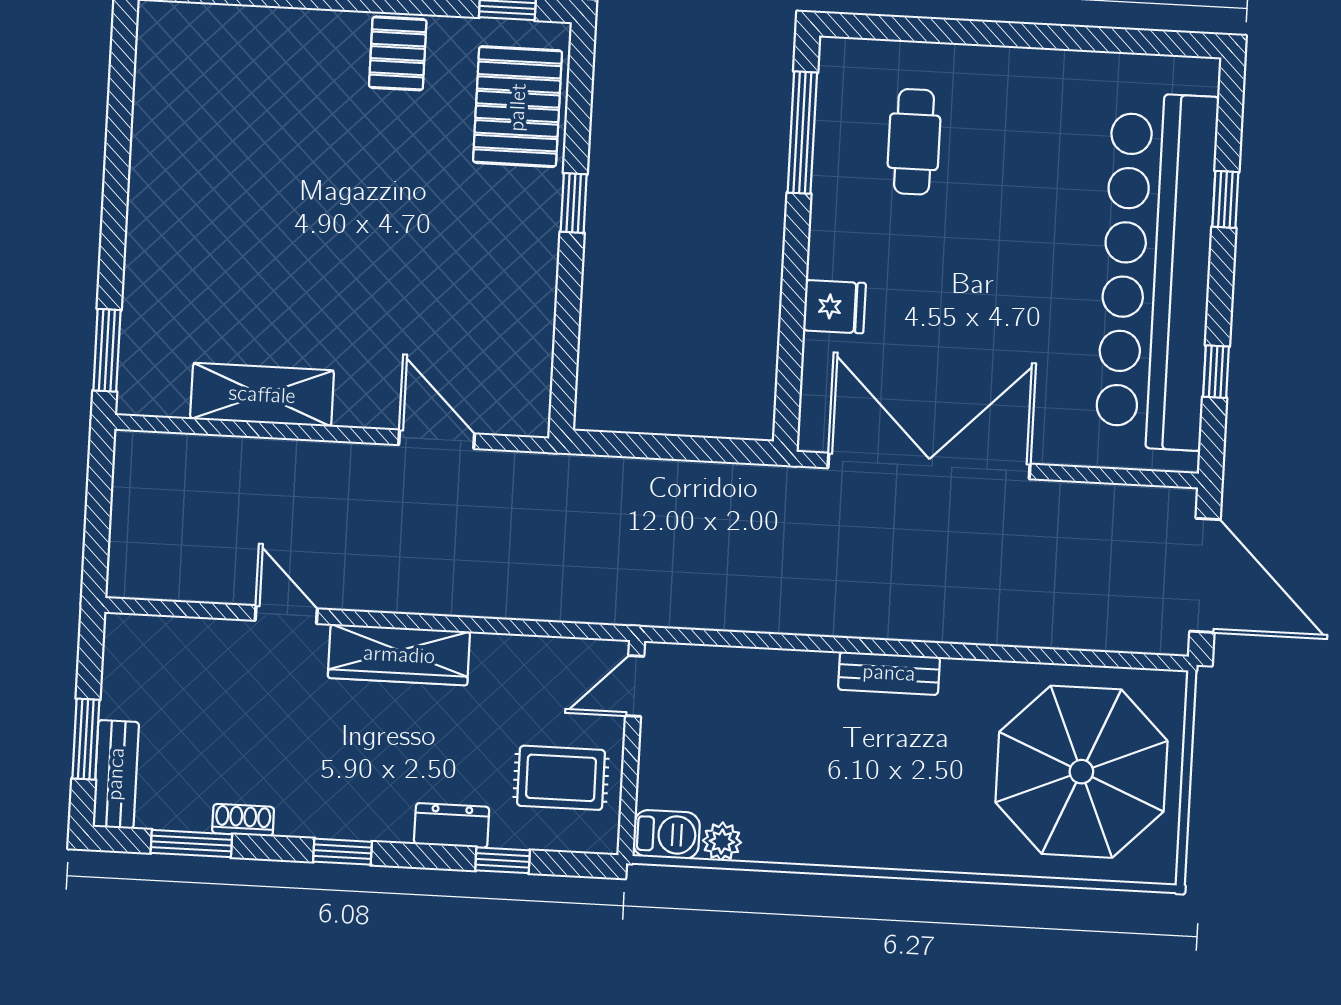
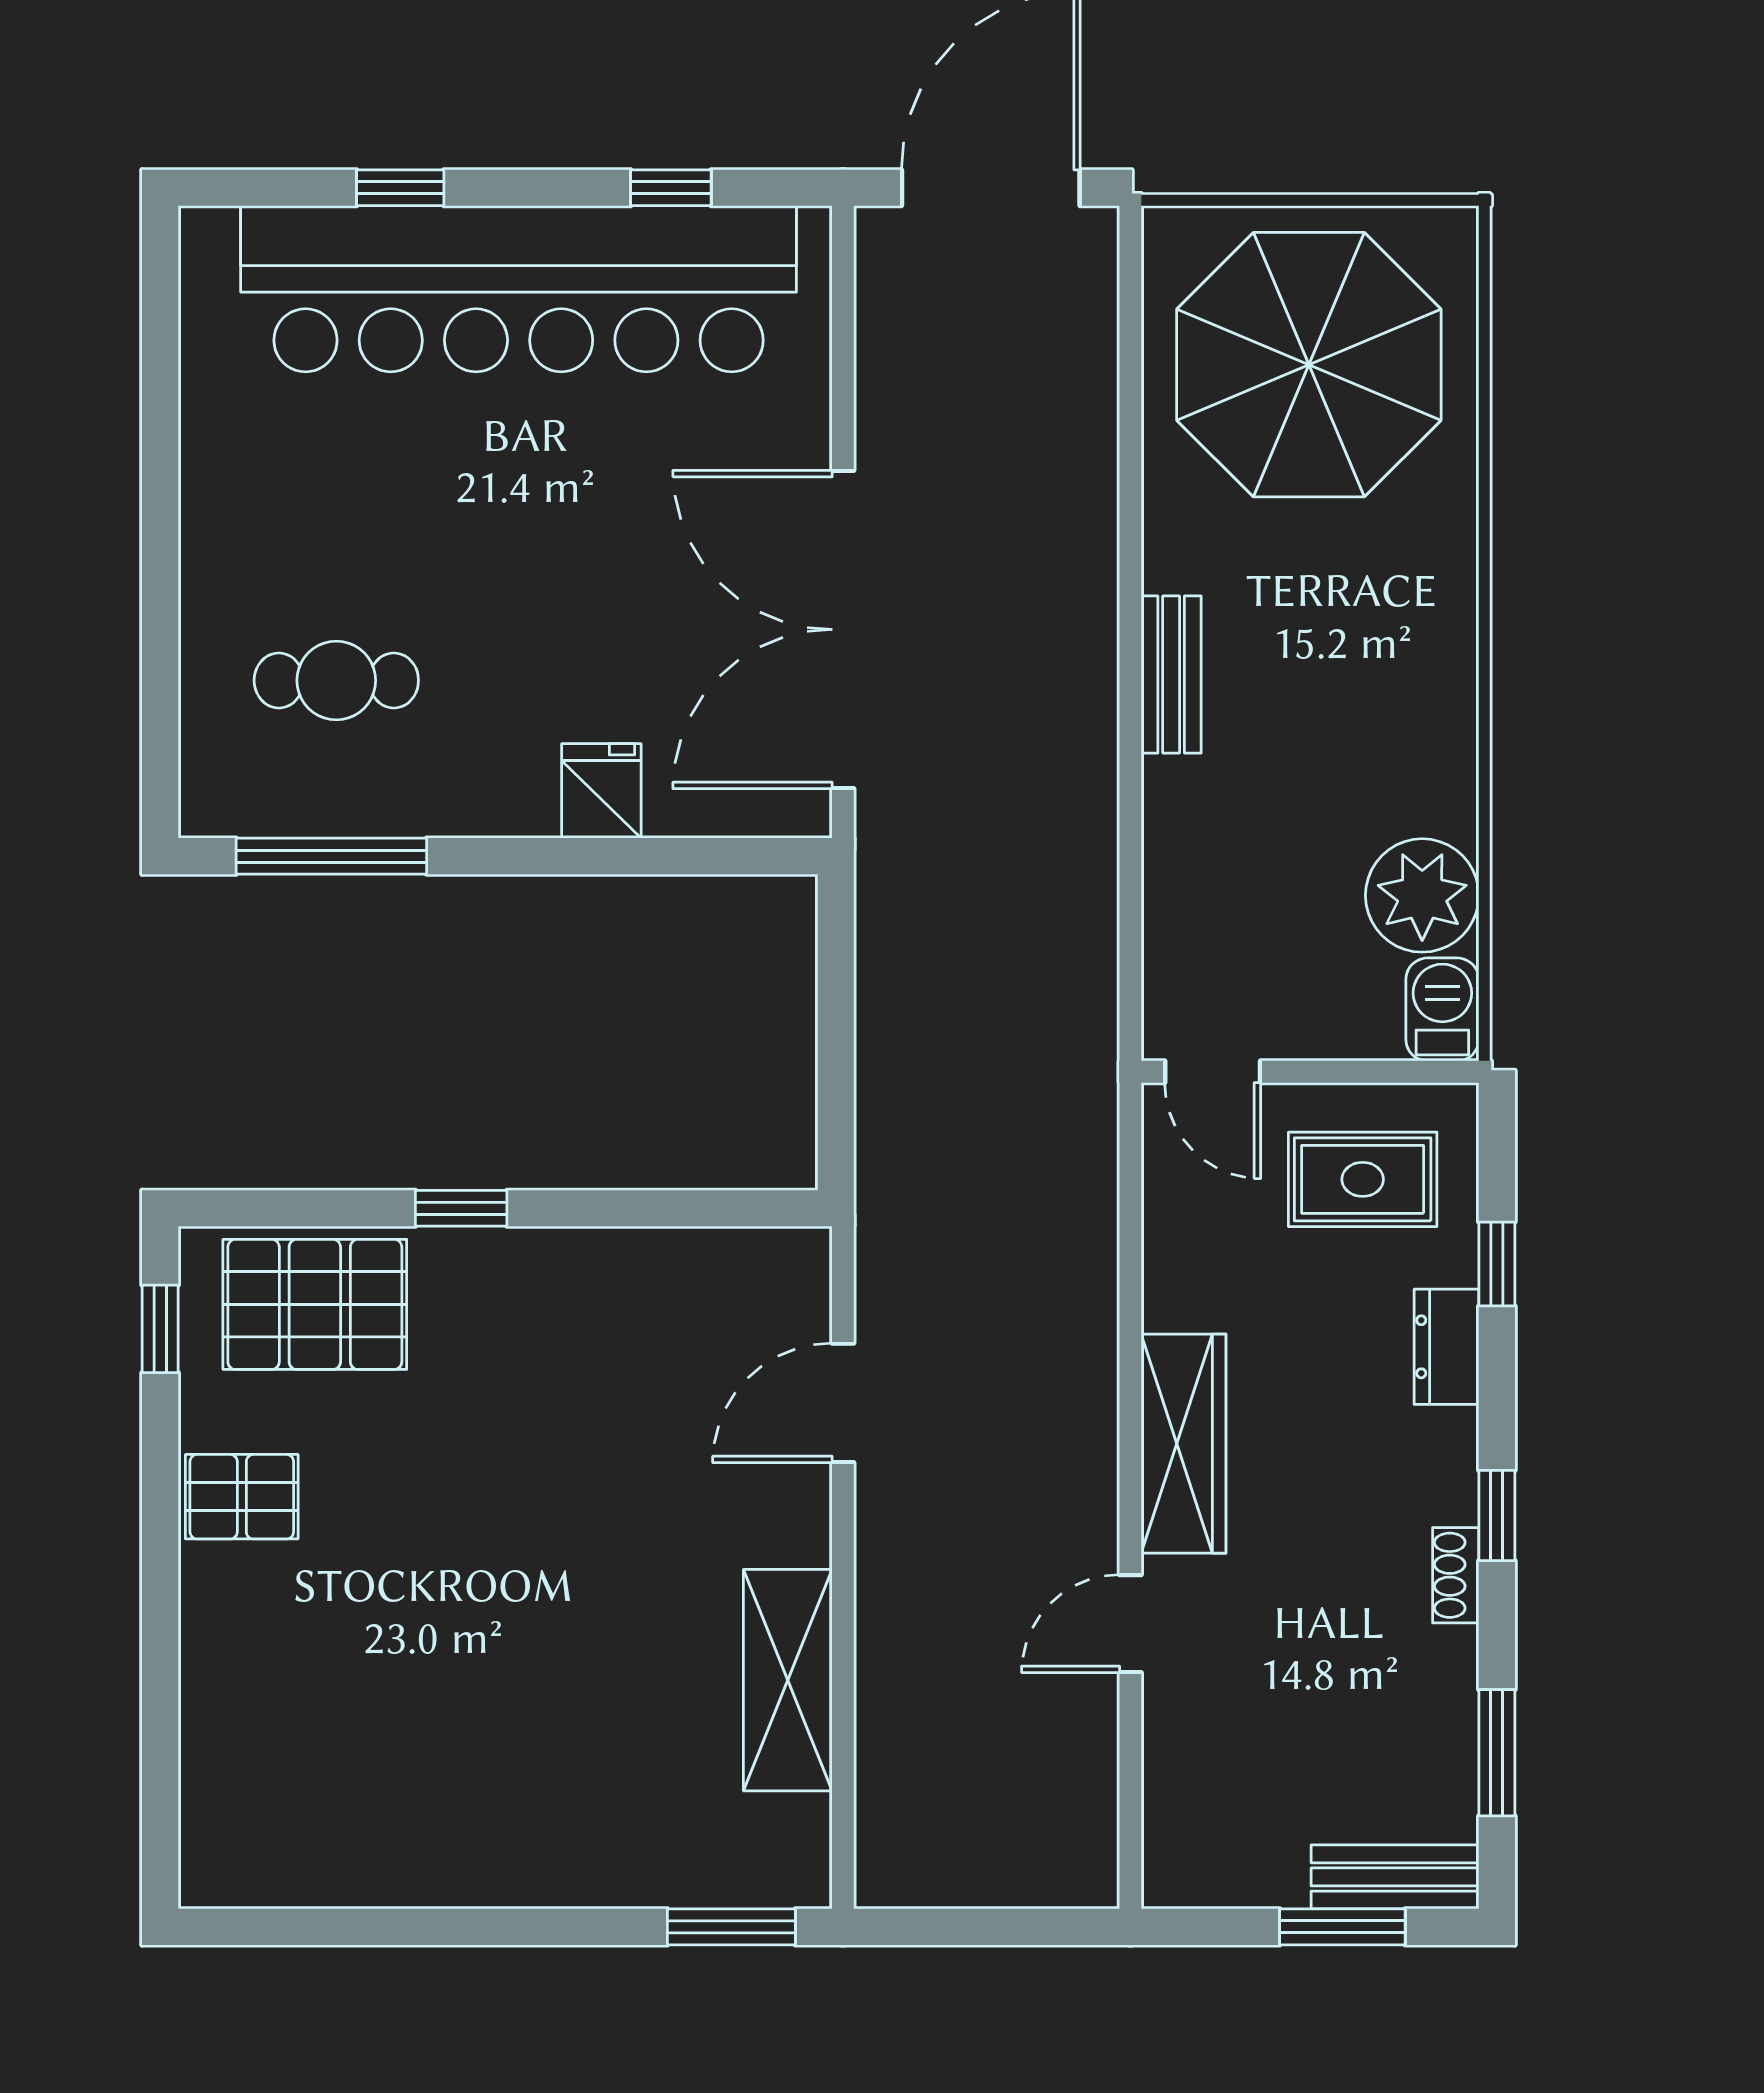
rug: (561, 778) -> (1363, 1179), turned 90
shoe rack: (243, 820) -> (1456, 1575), moved
plant: (722, 841) -> (1422, 895), width x1.88, depth x1.88

